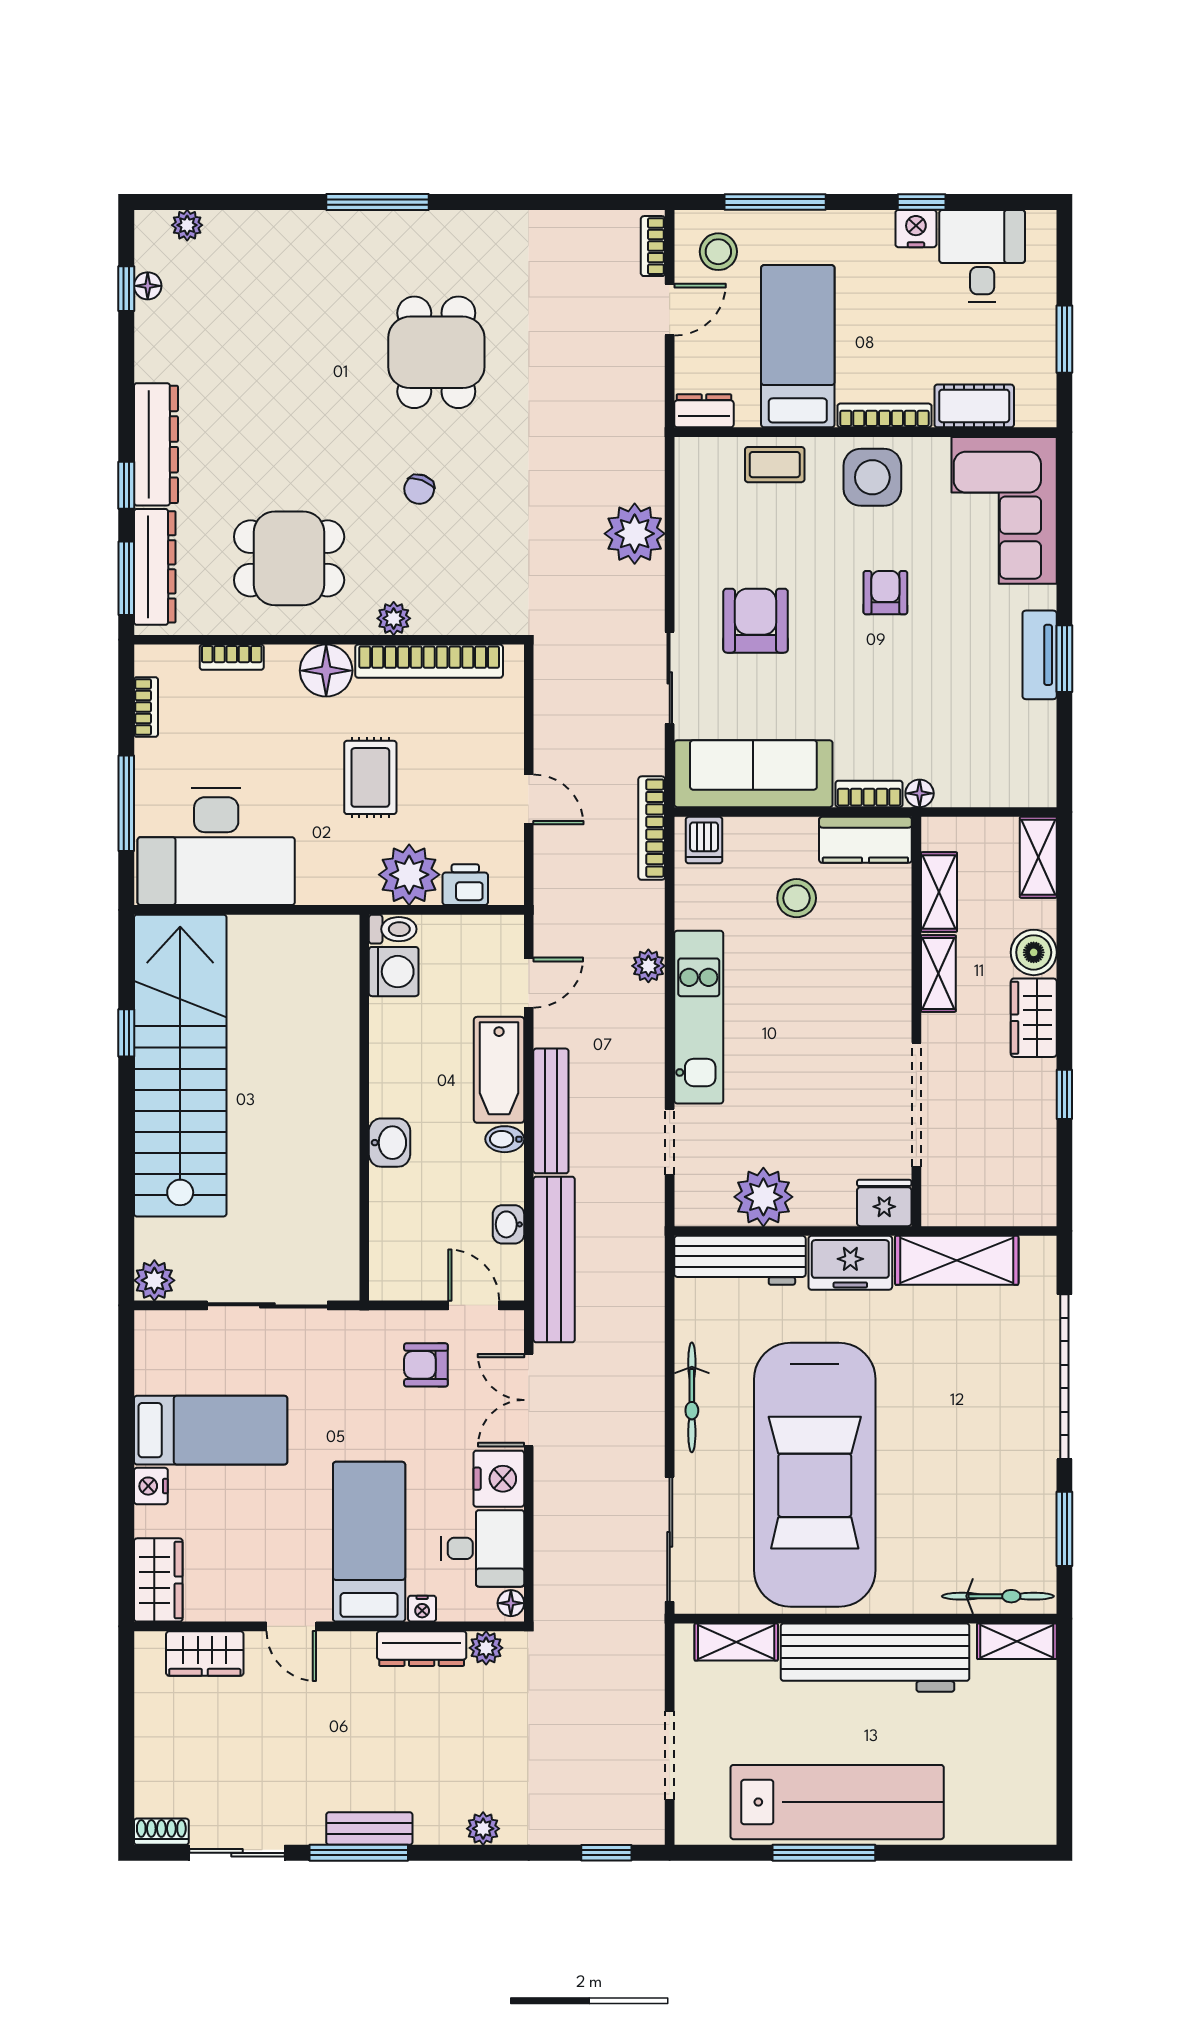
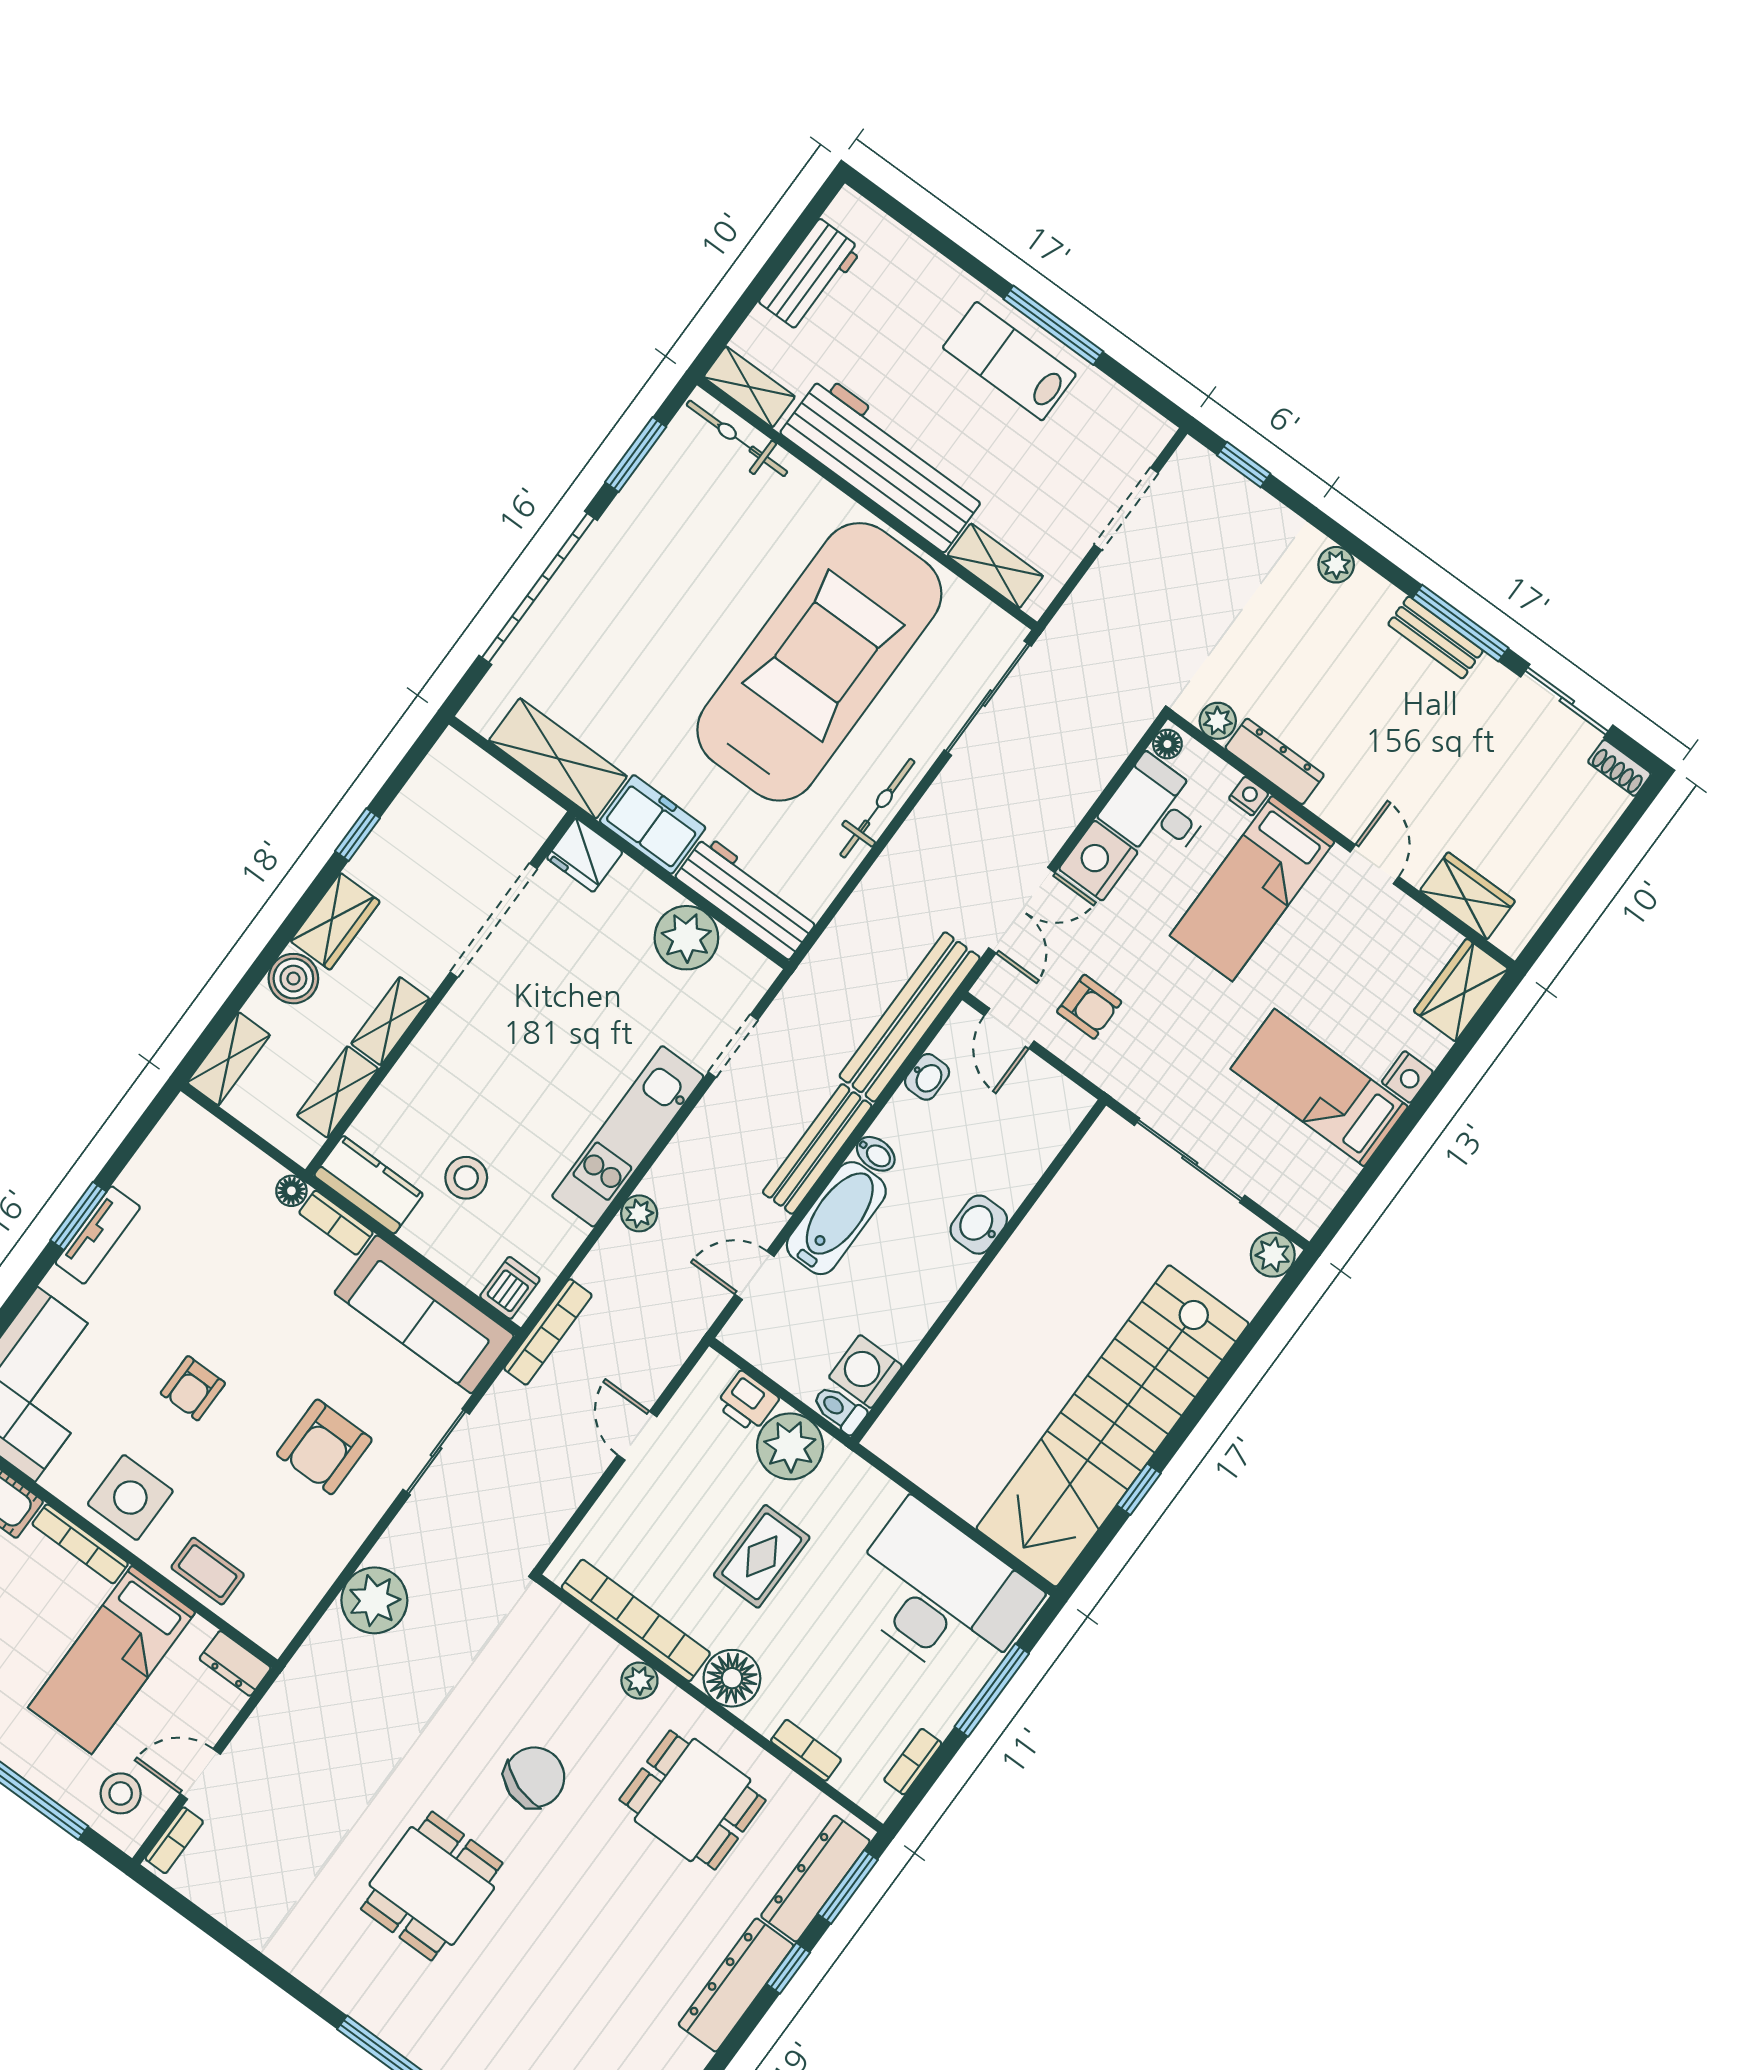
chair: (419, 489) -> (534, 1777), width x1.87, depth x1.87
workbench: (1032, 1757) -> (810, 276), added
lab bench: (837, 1802) -> (1009, 361), width x0.54, depth x0.72

